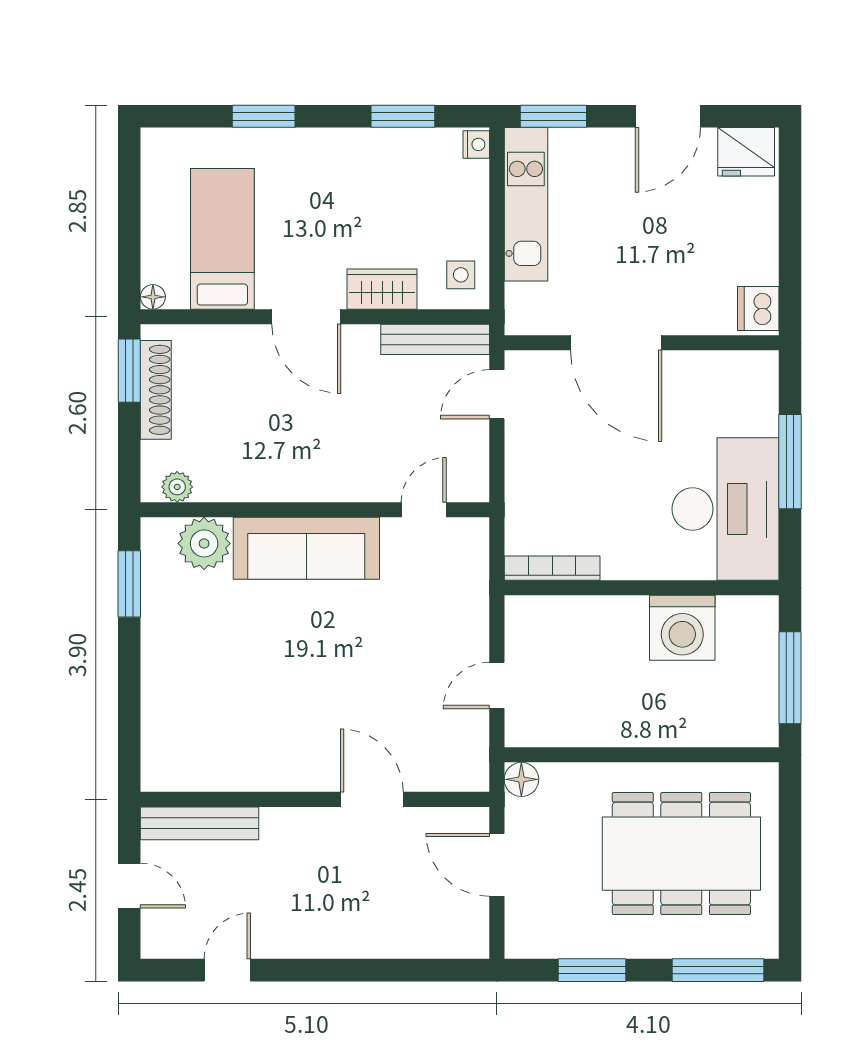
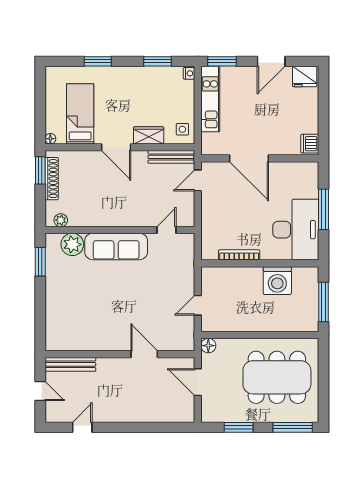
bookcase: (552, 568) -> (239, 255), moved

